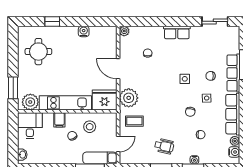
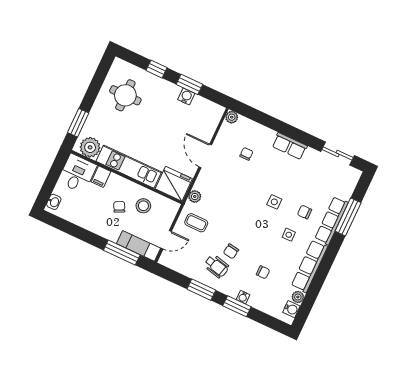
window: (82, 21) -> (189, 84), added
plant: (129, 98) -> (195, 196), width x0.53, depth x0.53
chair: (190, 112) -> (231, 251), moved
filing cabinet: (59, 120) -> (101, 177), moved

